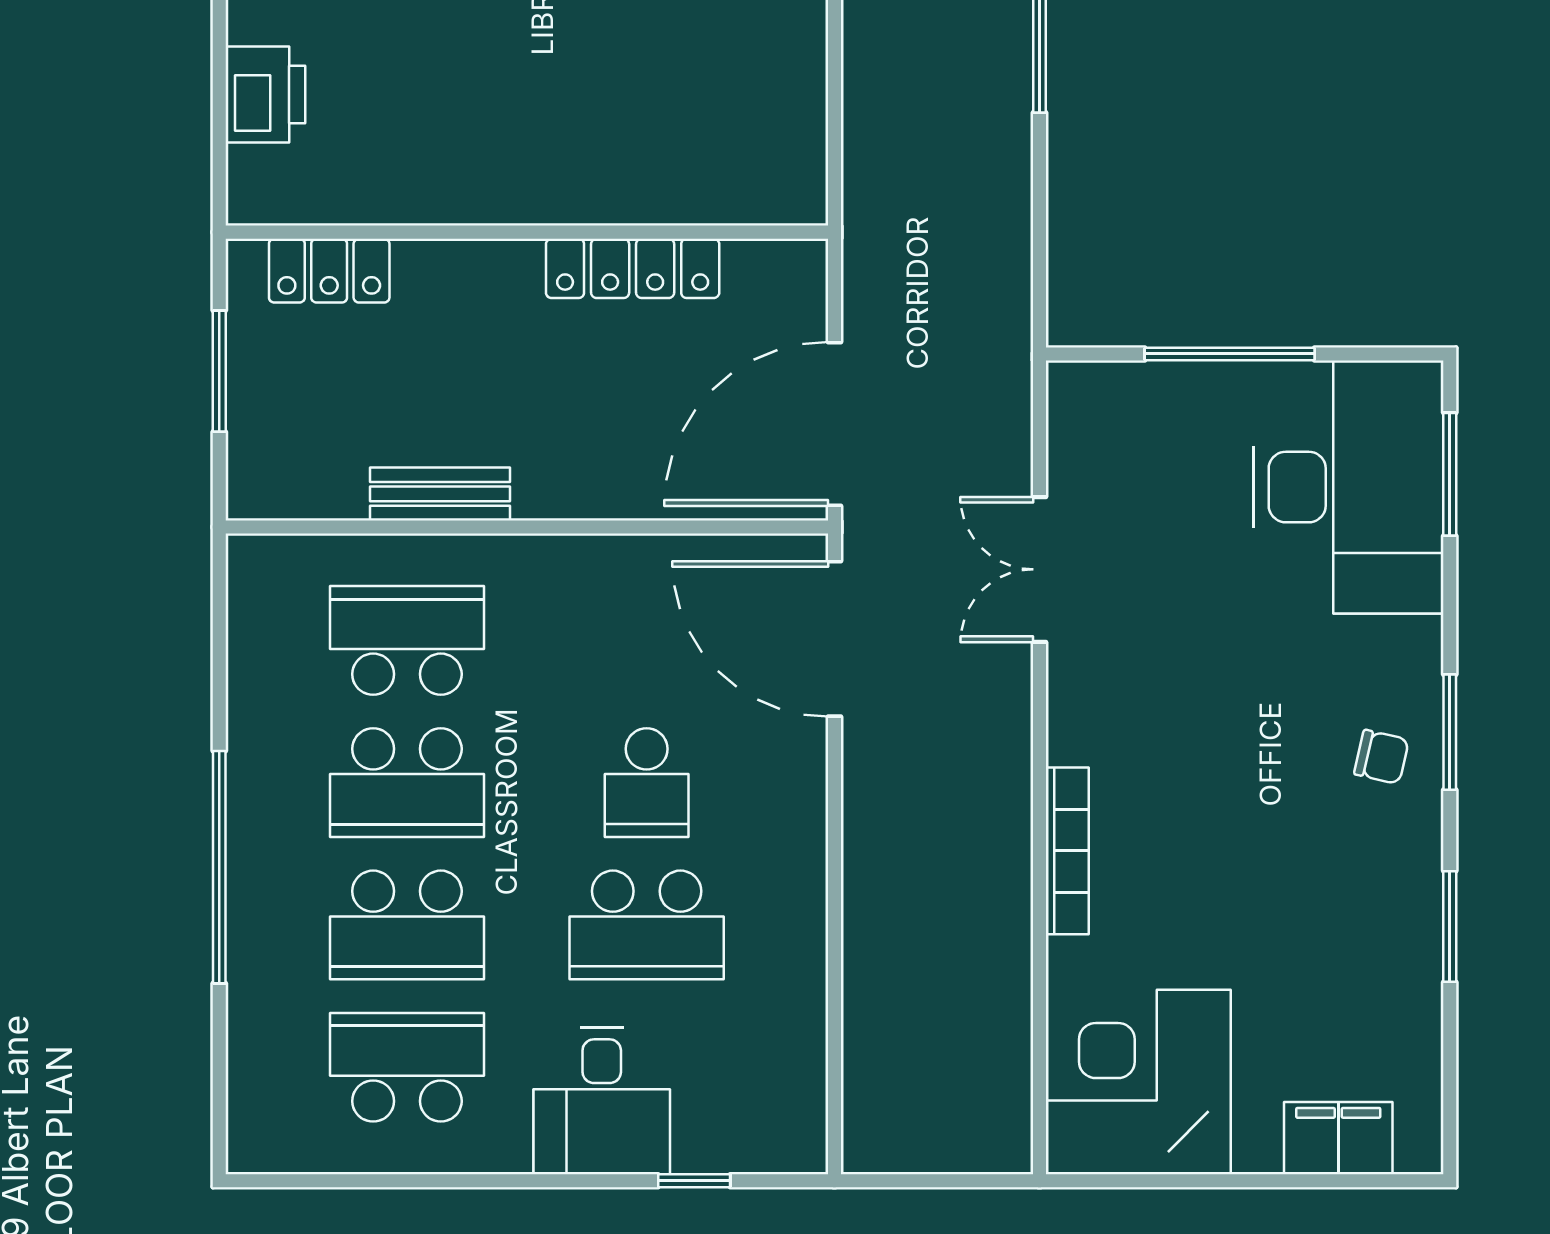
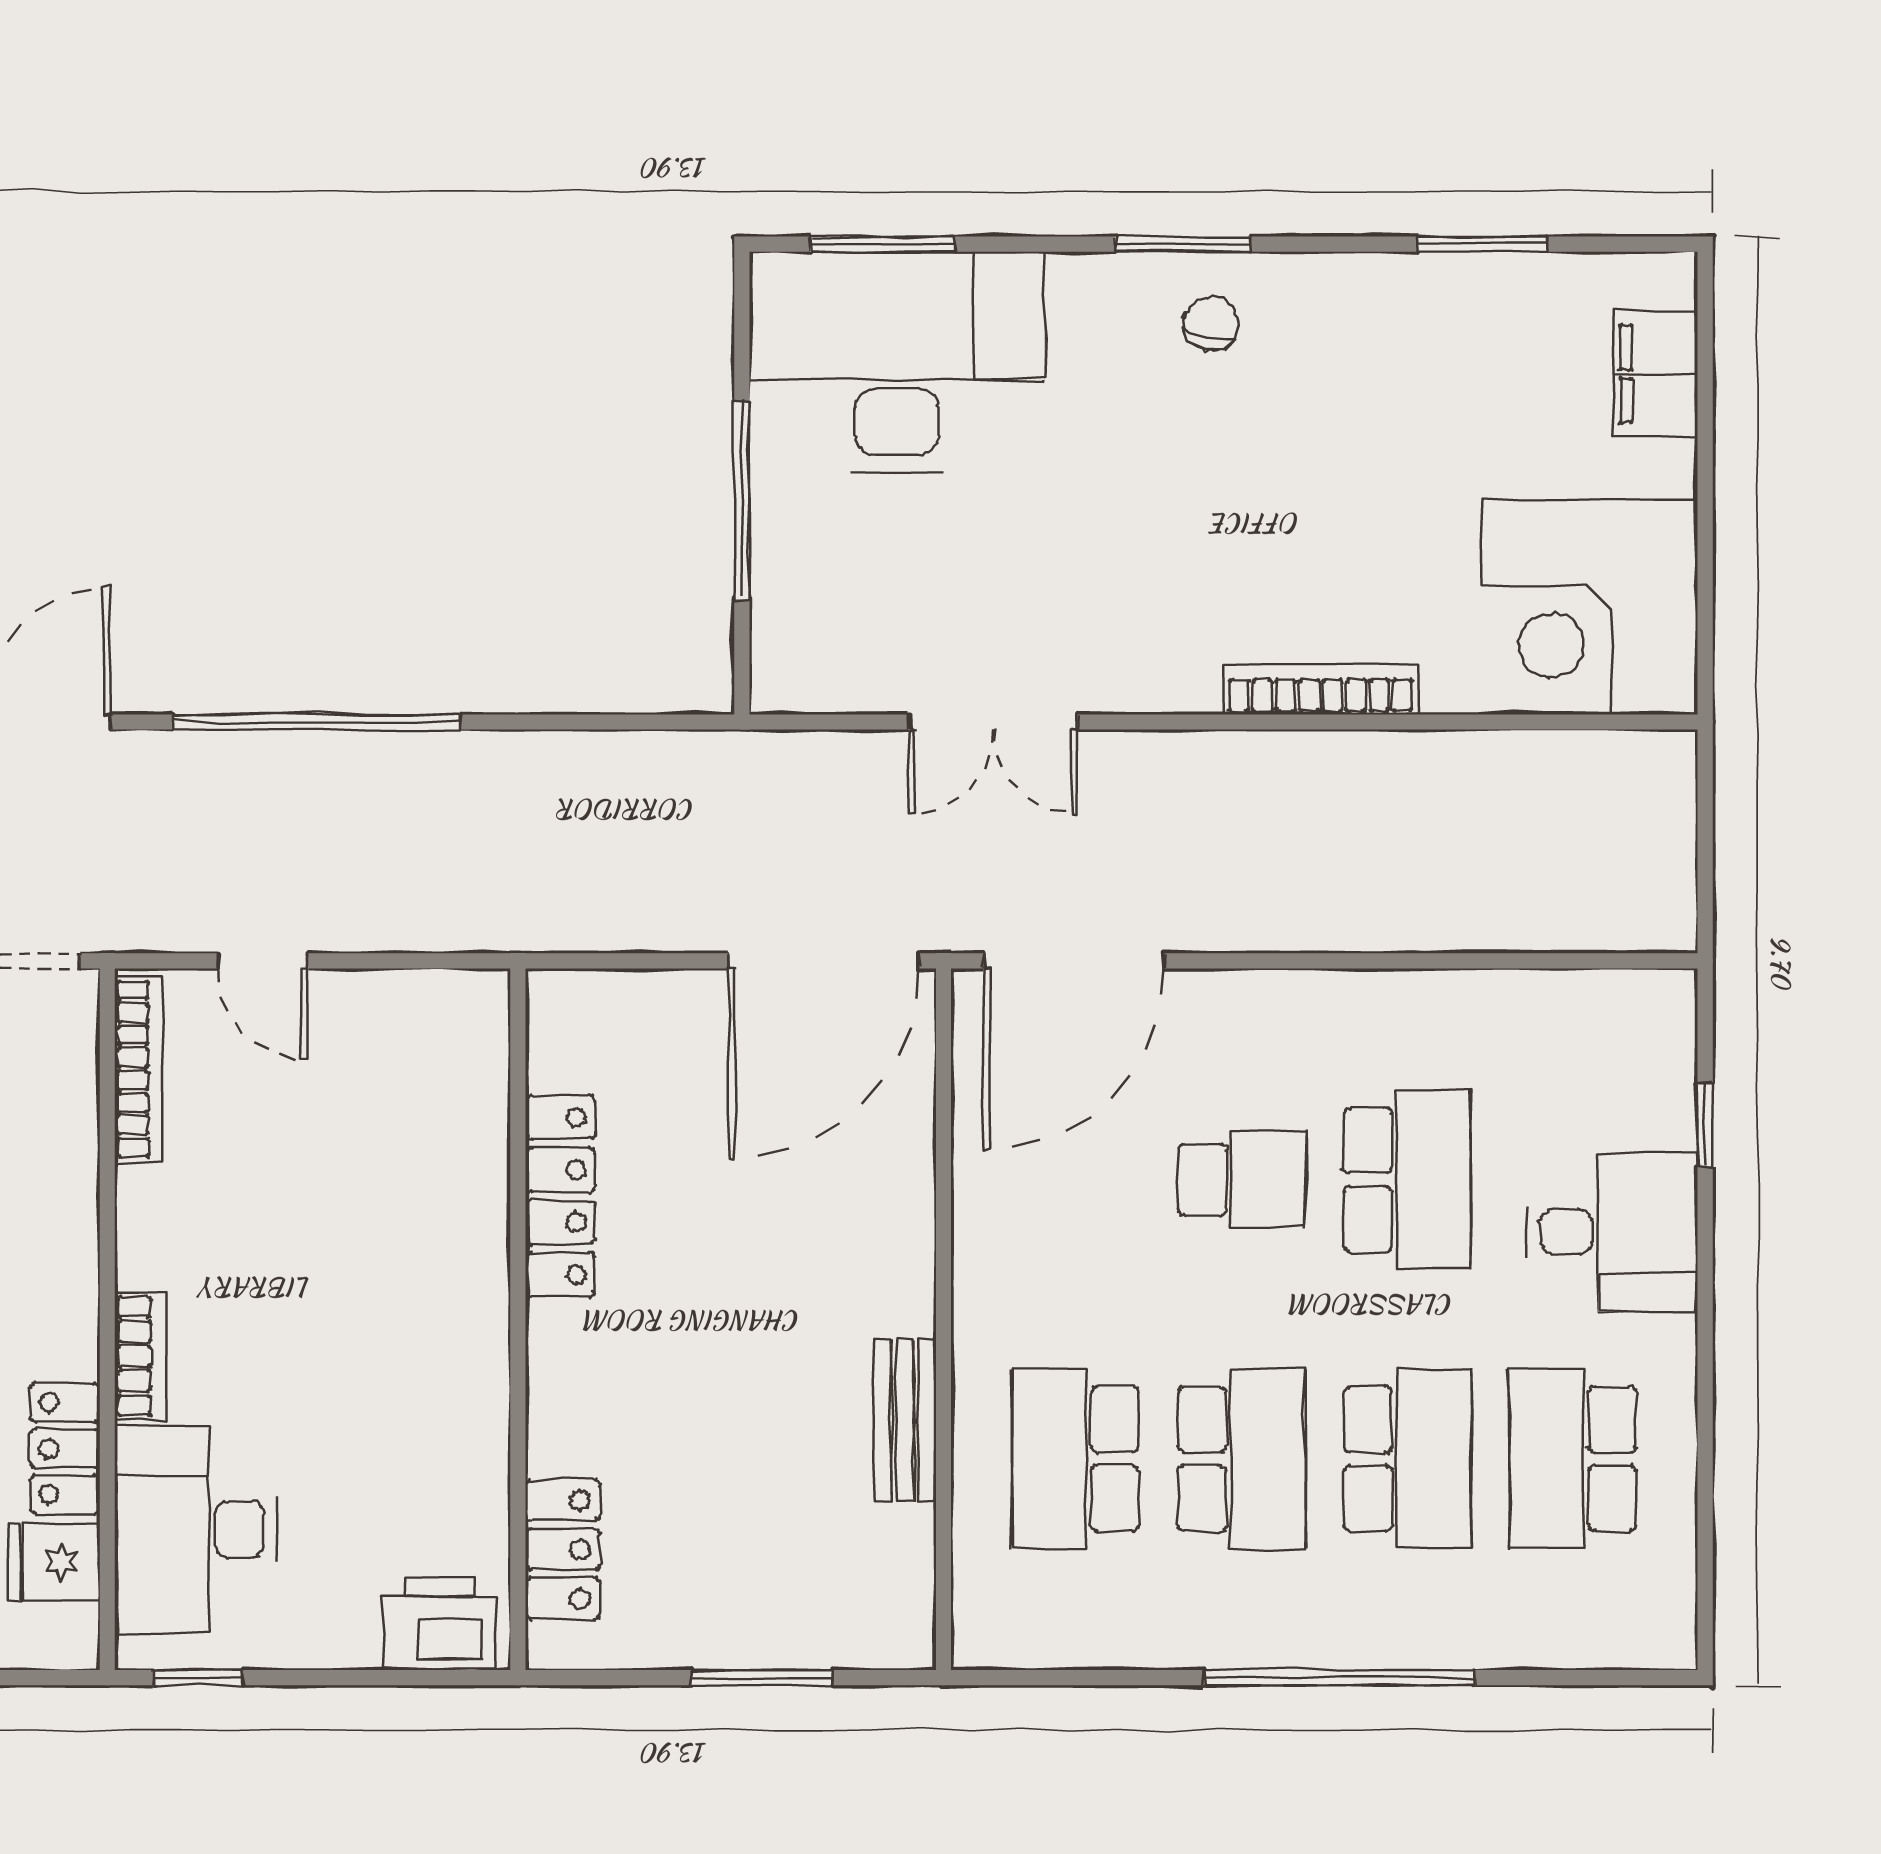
wall: (527, 232) -> (518, 1319), moved
locker: (633, 268) -> (560, 1196), moved
locker: (329, 271) -> (563, 1549), moved
door: (834, 424) -> (824, 961), hinge flipped
window: (1450, 927) -> (1482, 244), moved

